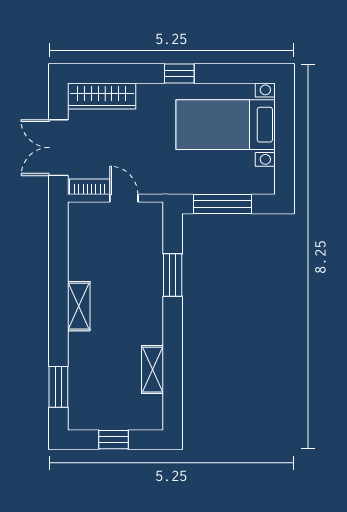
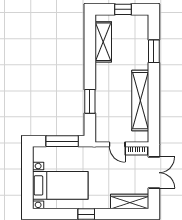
shelving: (79, 306) -> (140, 101), width x2.20, depth x1.33
shelving: (152, 370) -> (103, 42), width x1.50, depth x1.33
window: (58, 387) -> (154, 51), moved

